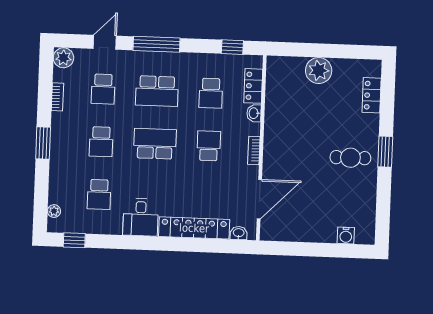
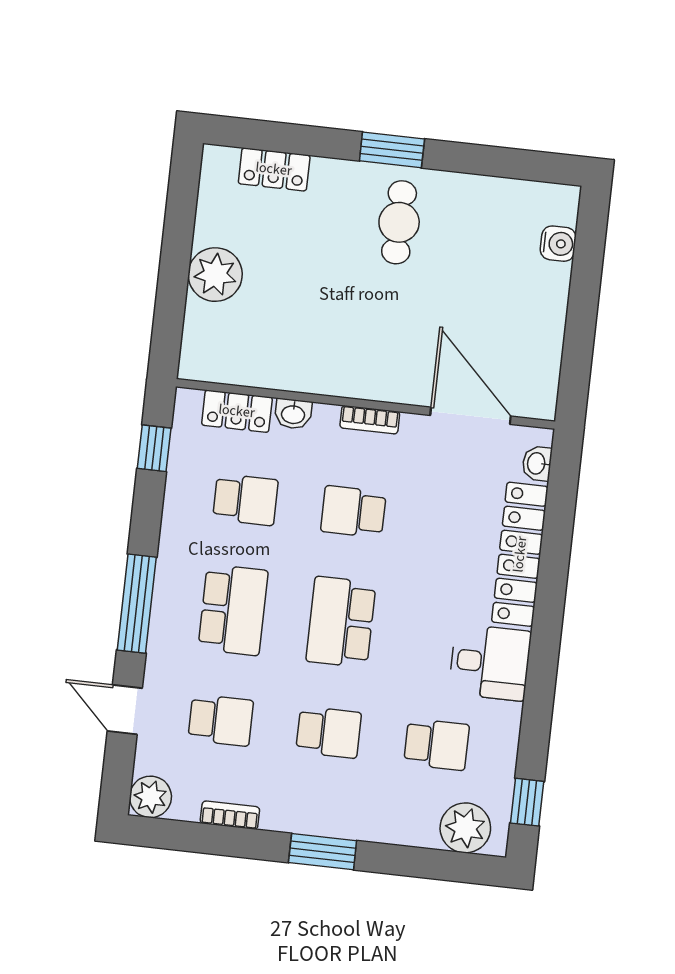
plant: (54, 211) -> (465, 828), width x1.88, depth x1.88

